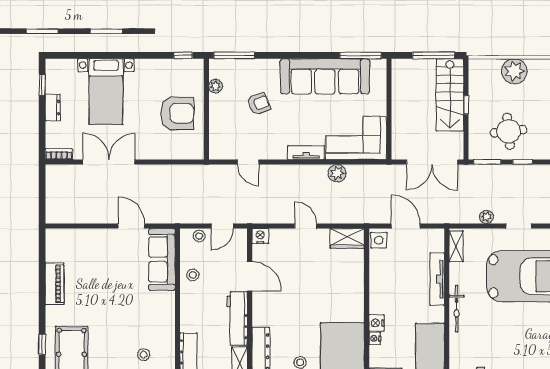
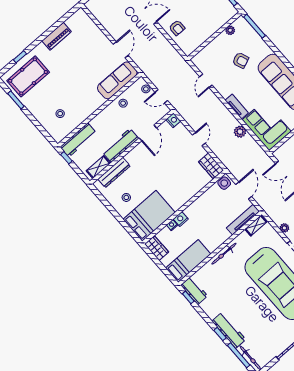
armchair: (177, 113) -> (177, 28), moved, width x0.53, depth x0.53
tv unit: (437, 279) -> (243, 220), moved

